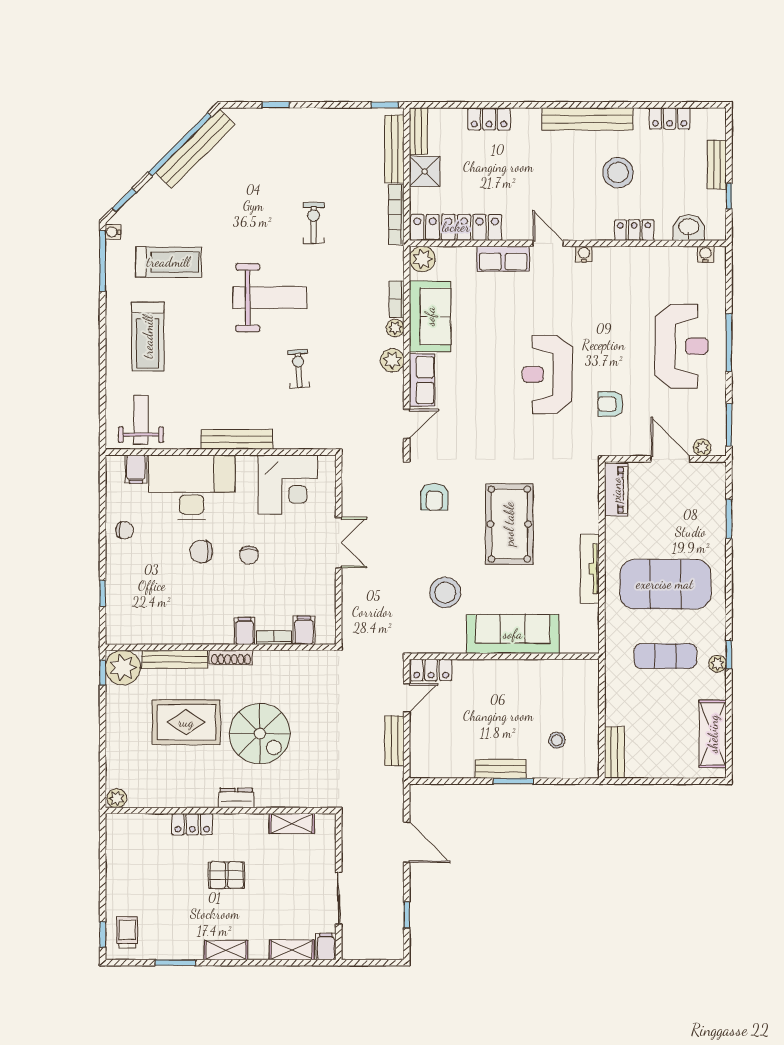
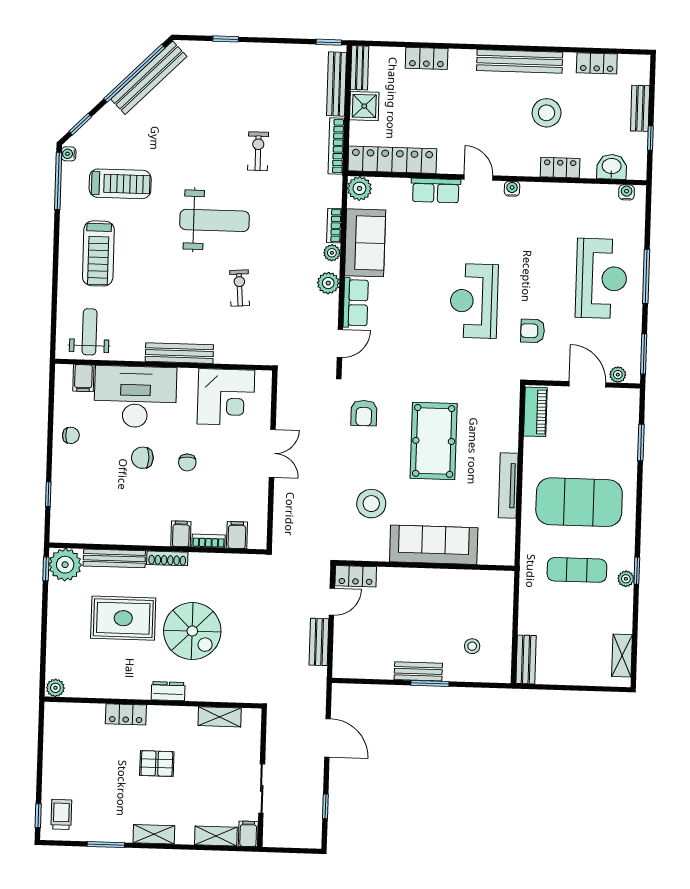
shelving: (713, 734) -> (622, 656), width x0.67, depth x0.75

